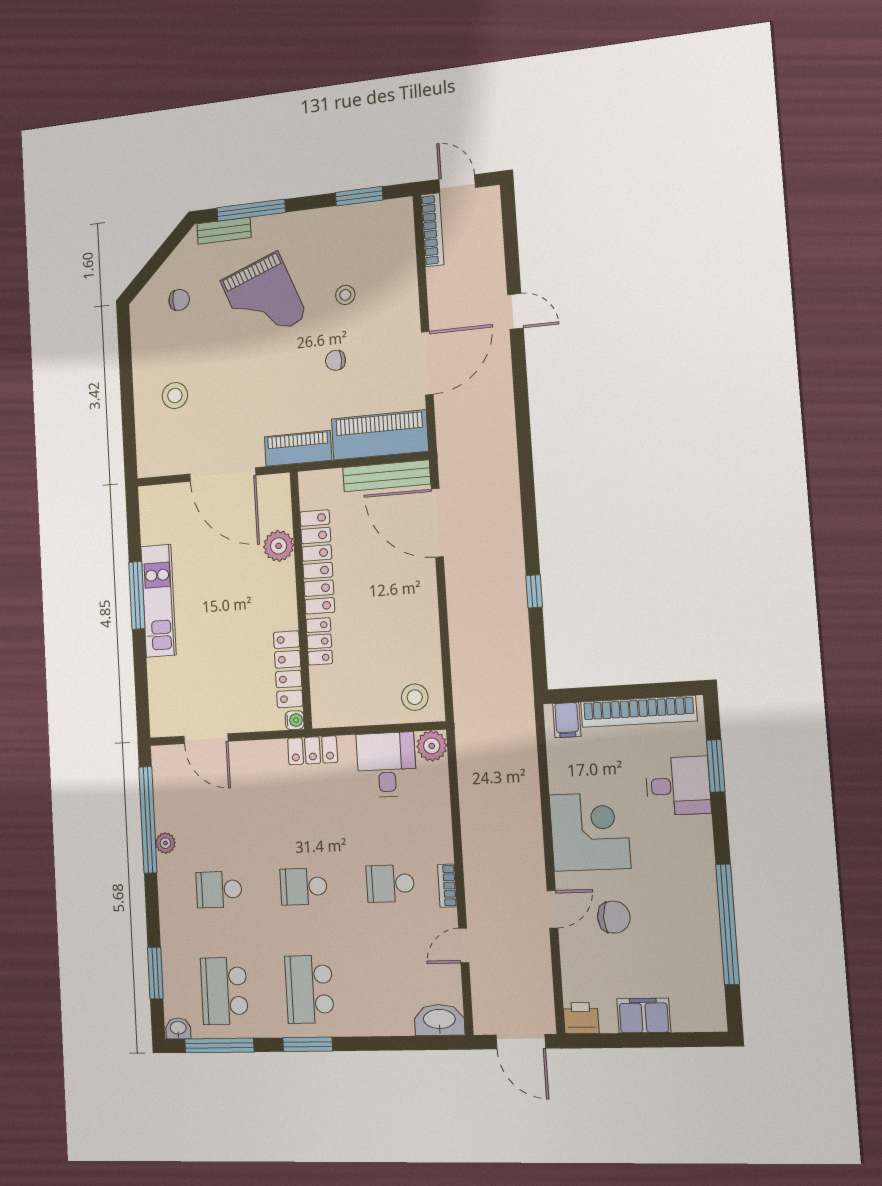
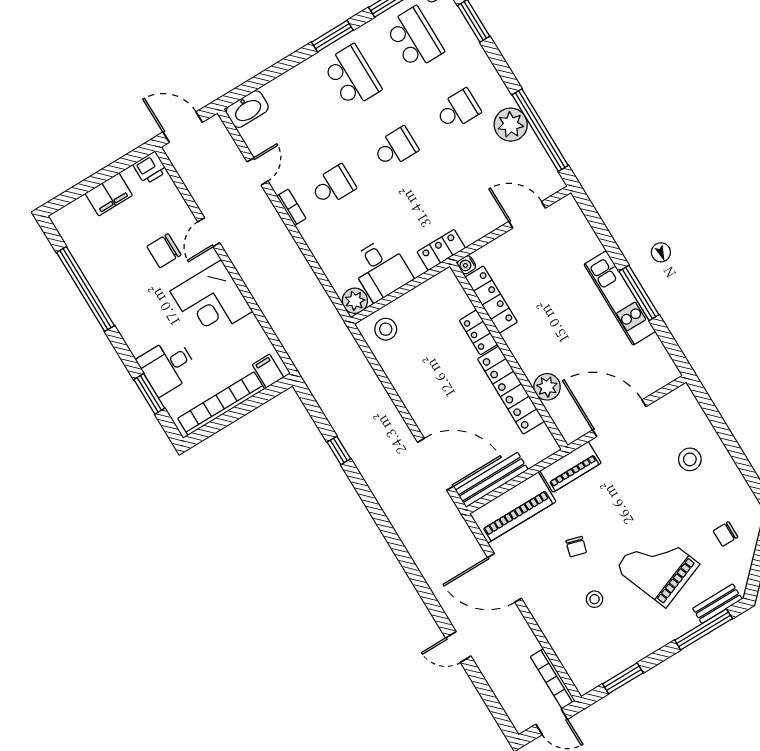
chair: (336, 360) -> (576, 547), turned 106
door: (427, 363) -> (505, 578), hinge flipped
plant: (165, 843) -> (511, 125), width x1.88, depth x1.88

